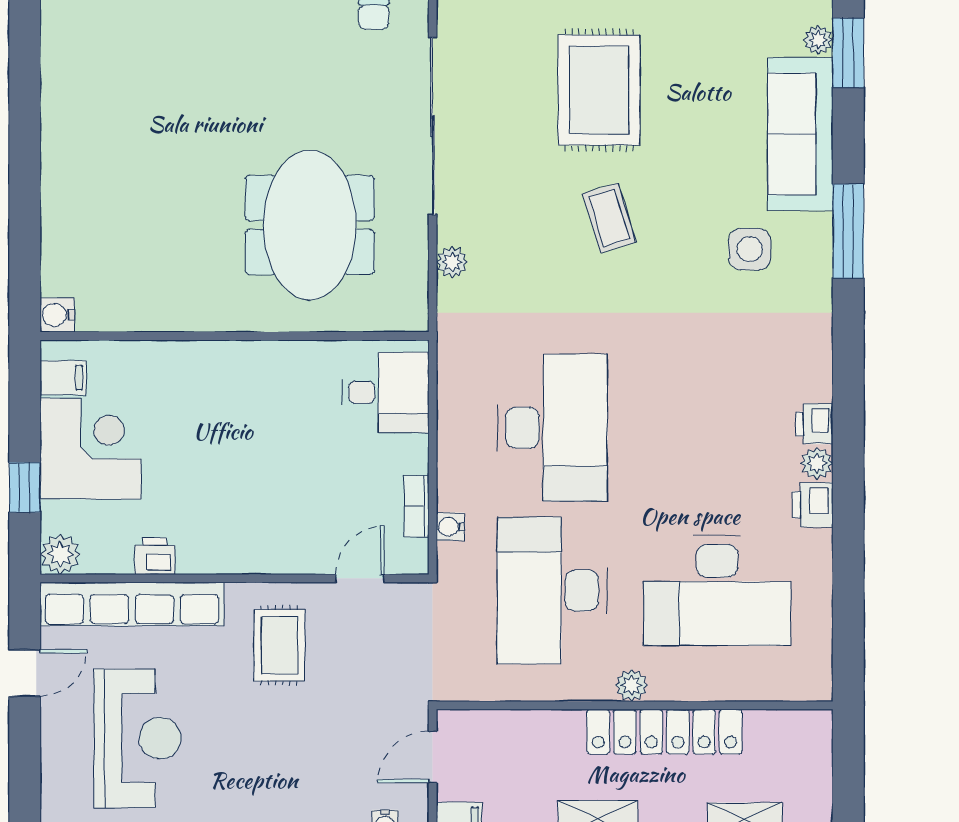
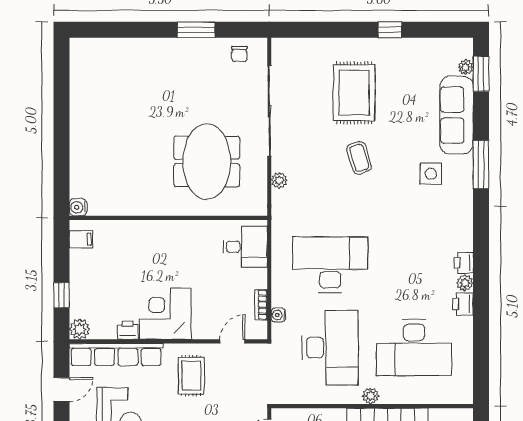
desk: (552, 428) -> (330, 265), turned -90
corner desk: (91, 449) -> (165, 314), moved, turned -90
desk: (552, 591) -> (330, 348), turned 180

